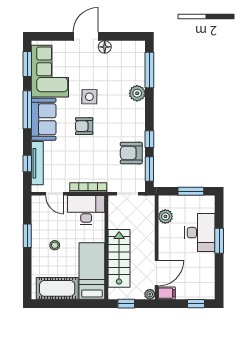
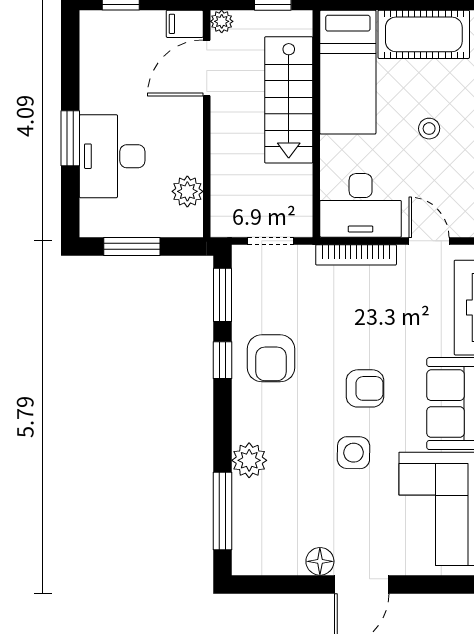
armchair: (131, 153) -> (271, 358), moved, turned 90

